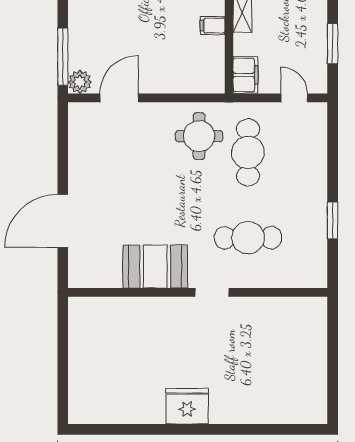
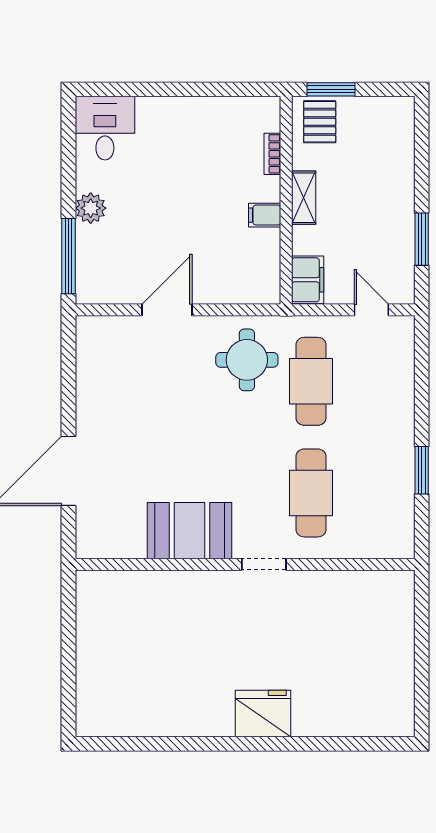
plant: (80, 82) -> (91, 208), moved
door: (119, 98) -> (167, 310), moved
cafe table: (248, 238) -> (311, 493), turned 90
fridge: (187, 406) -> (263, 714), moved

